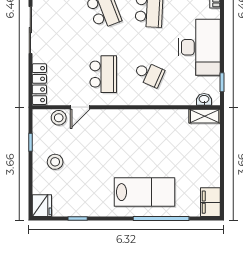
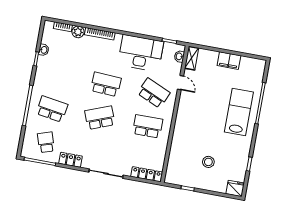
school desk: (149, 74) -> (154, 93), width x1.85
door: (80, 107) -> (180, 83), moved
stool: (59, 118) -> (173, 165), removed
stool: (55, 162) -> (208, 162), moved
filing cabinet: (210, 202) -> (229, 61), moved

